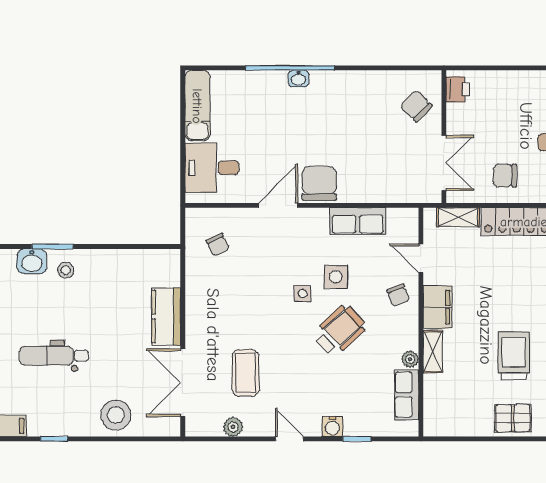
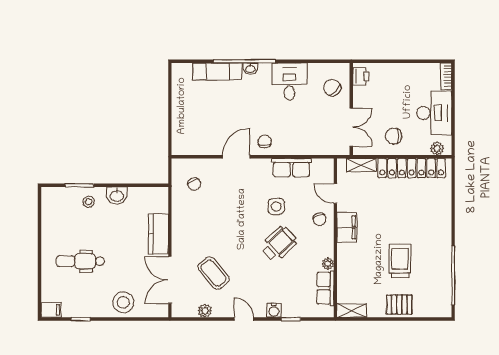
exam couch: (197, 106) -> (217, 71), moved, turned 90
desk: (212, 168) -> (289, 81), moved, turned 90
chair: (319, 183) -> (265, 141), width x0.54, depth x0.54
washbasin: (32, 261) -> (117, 196), moved
side table: (303, 293) -> (253, 218), removed
shelving: (433, 352) -> (352, 311), moved, turned 90
coffee table: (246, 373) -> (214, 273), turned -40

